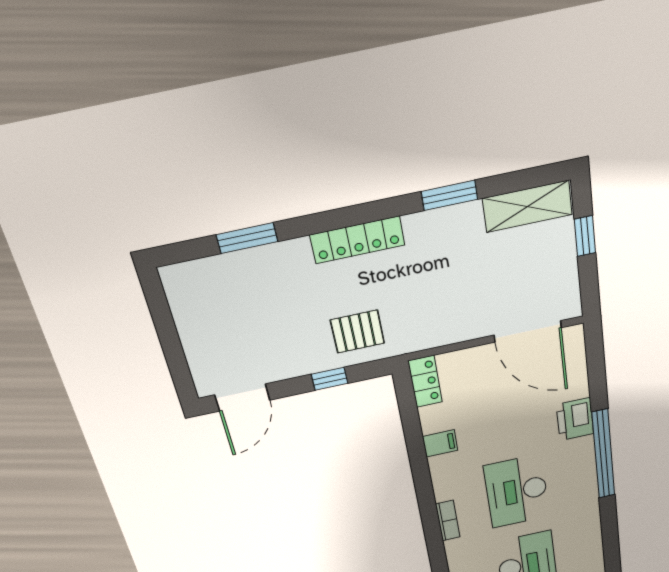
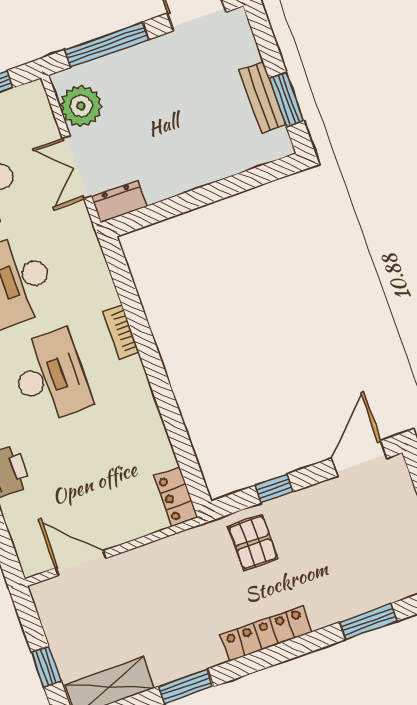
door: (528, 331) -> (81, 563), width x0.73
pallet: (357, 332) -> (253, 542), turned 90
filing cabinet: (440, 443) -> (147, 427), removed

